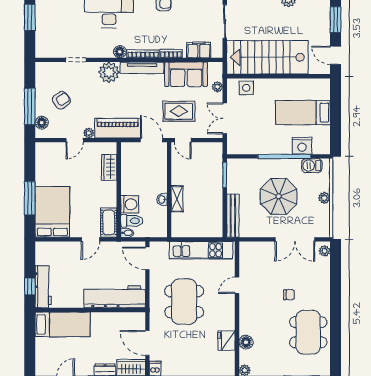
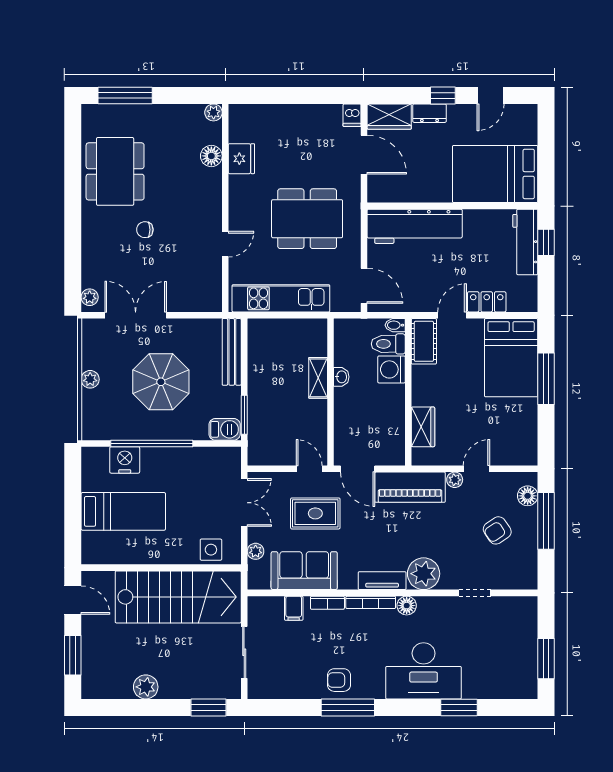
filing cabinet: (199, 50) -> (294, 608), width x0.50
tv unit: (142, 68) -> (382, 581), width x0.71
barbecue: (312, 166) -> (225, 429), moved
locker: (68, 248) -> (487, 302), added
dining table: (184, 302) -> (307, 219), turned 90
bed: (63, 324) -> (495, 174), width x1.50

